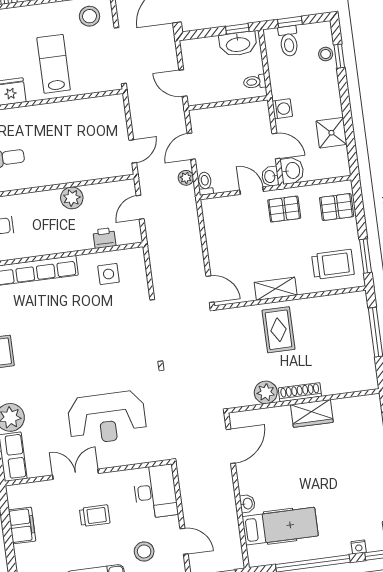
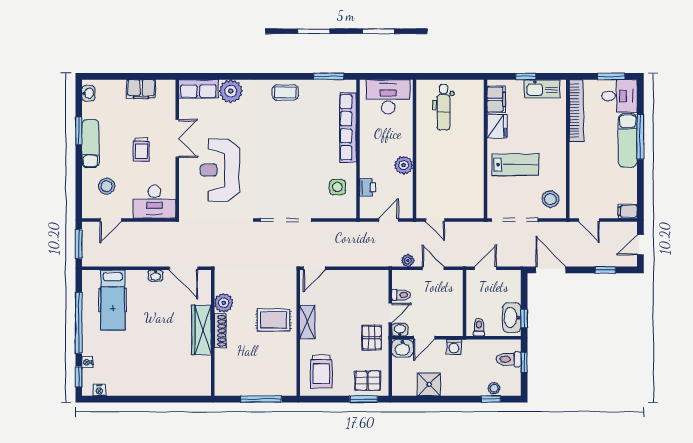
toilet: (205, 183) -> (401, 295), moved
door: (140, 207) -> (389, 220), hinge flipped
pallet: (337, 207) -> (368, 381), turned 90
window: (365, 256) -> (364, 399), moved
wardrobe: (312, 413) -> (201, 330), width x1.50
washbasin: (247, 504) -> (156, 276), moved

